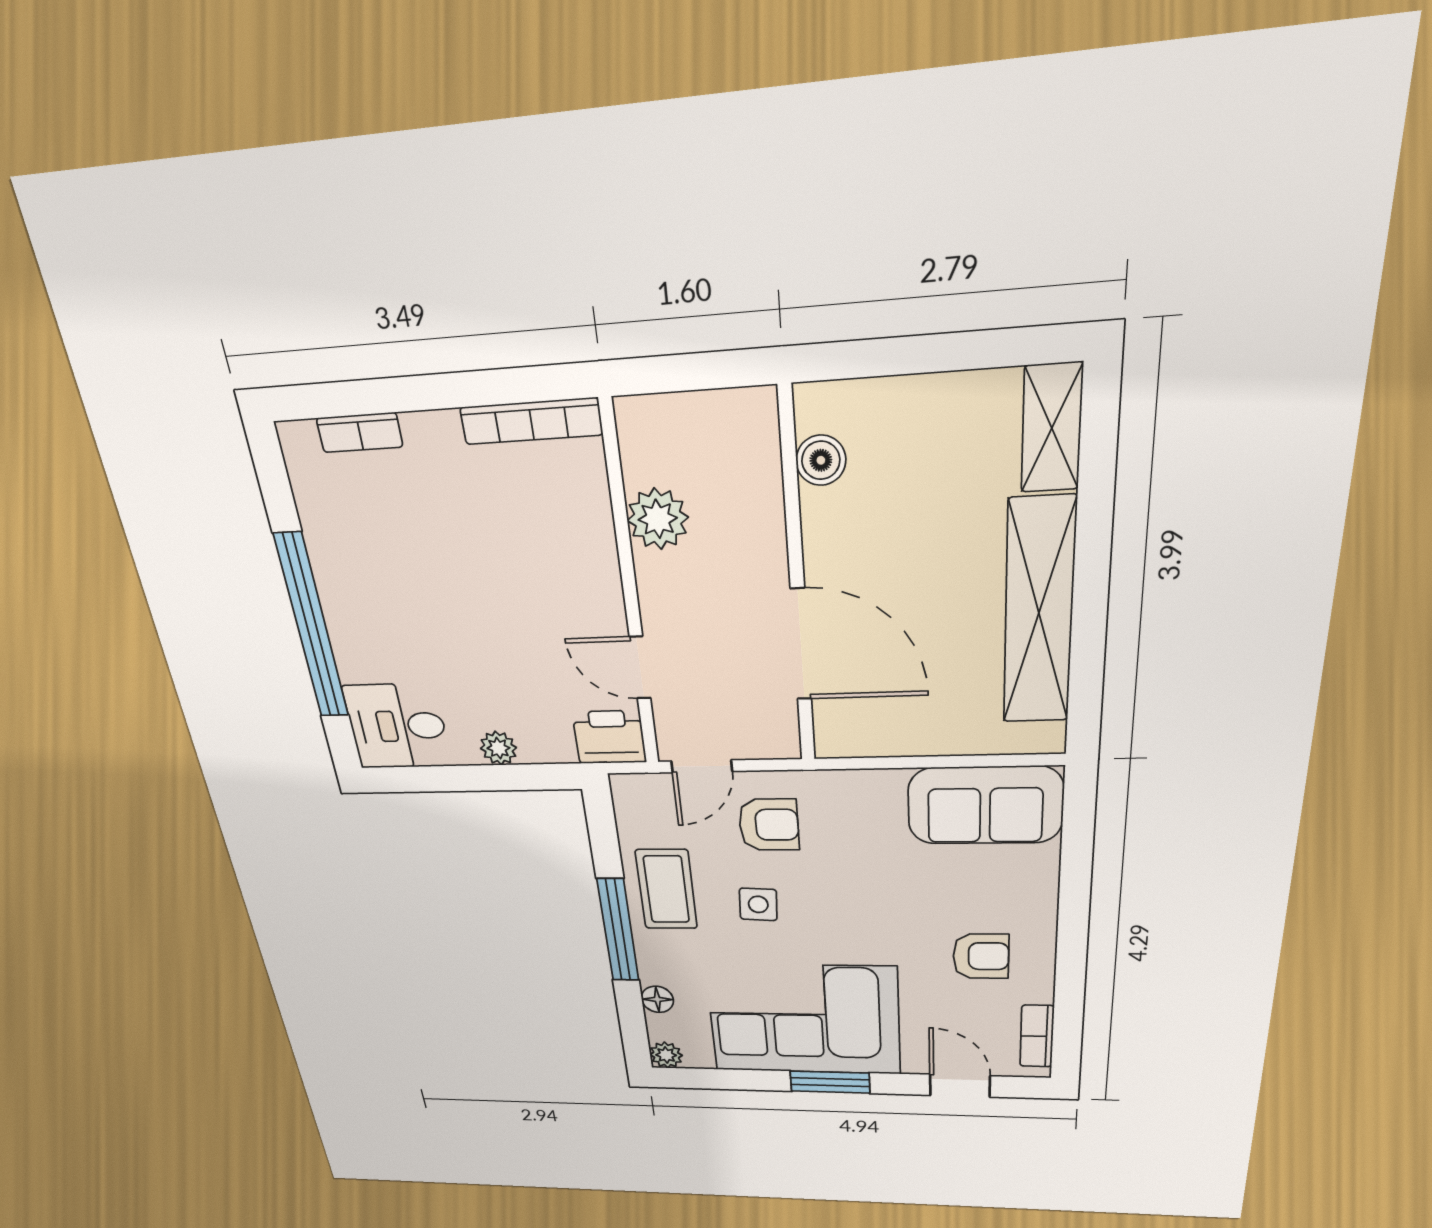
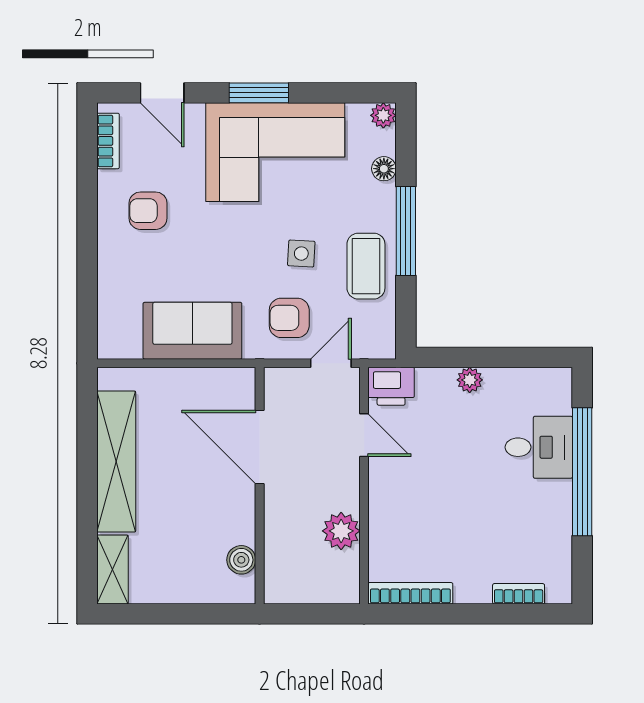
desk: (397, 726) -> (539, 447), moved
sofa: (985, 805) -> (192, 331), moved

